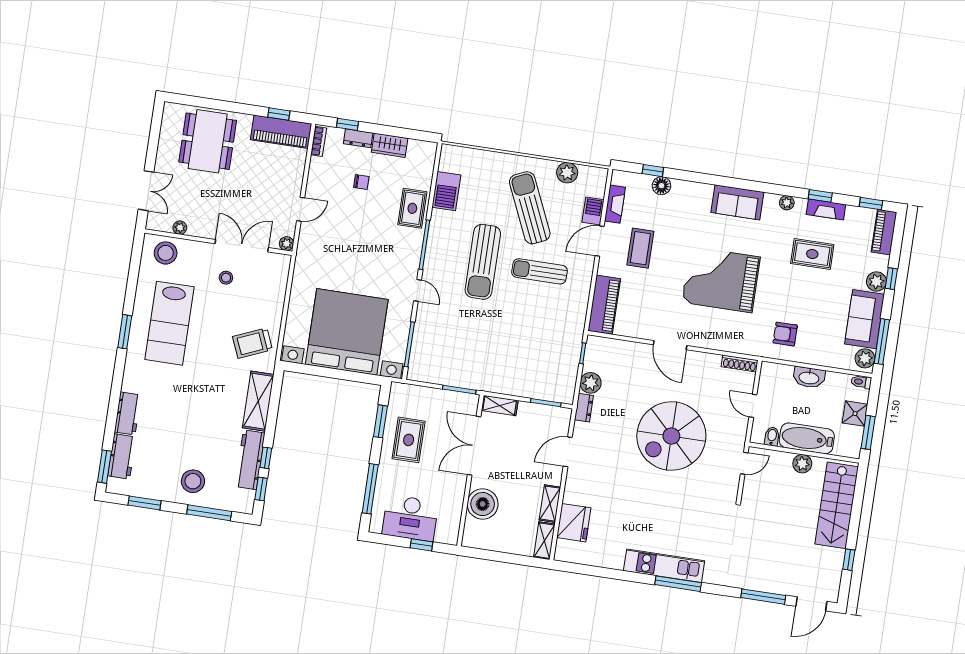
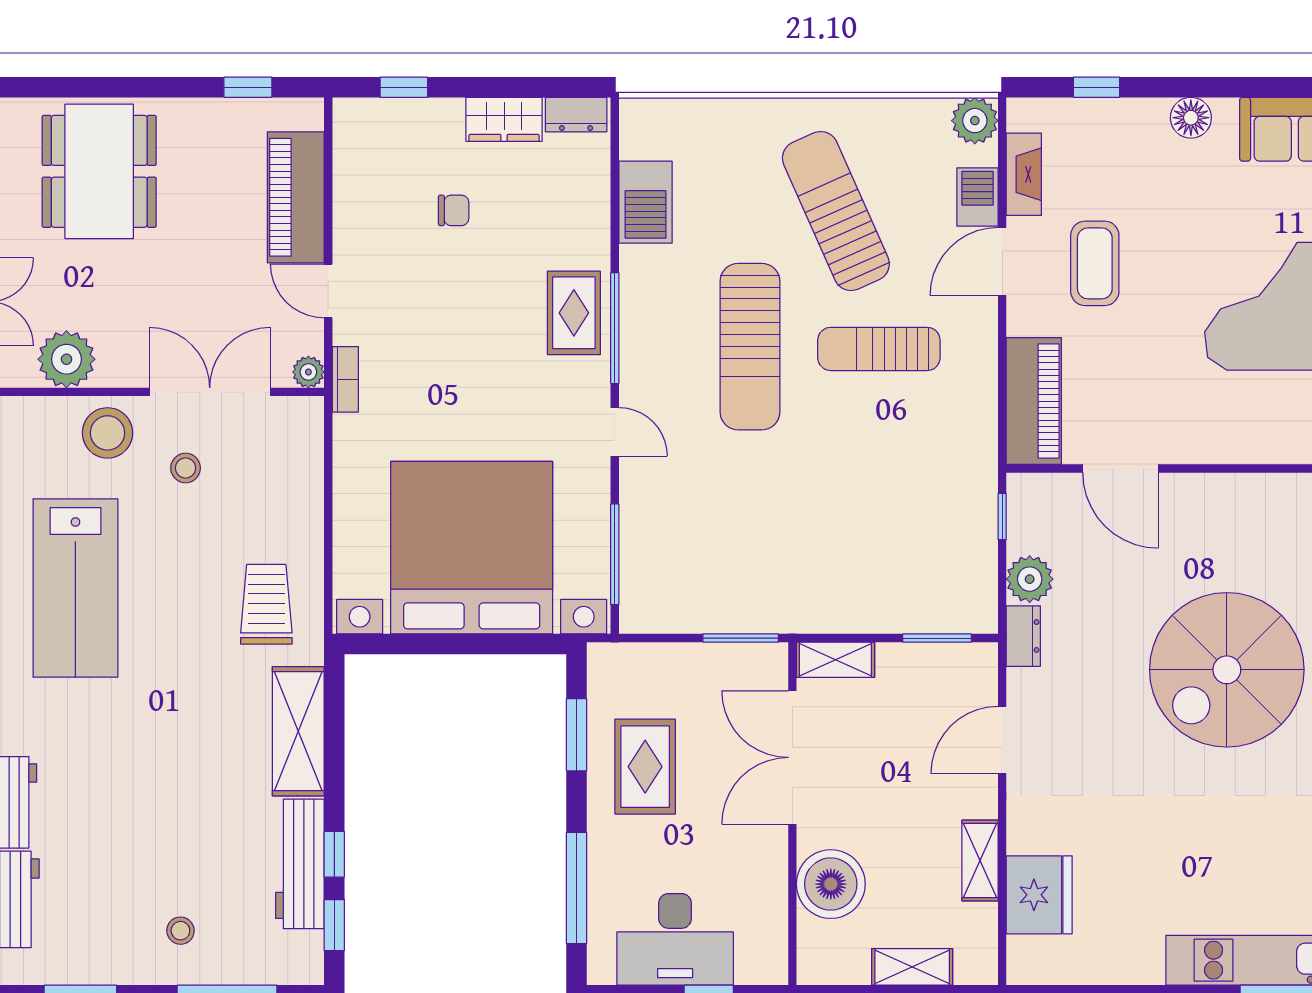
piano: (281, 132) -> (296, 197), moved, turned 90
dresser: (358, 138) -> (576, 115), moved
bookcase: (319, 141) -> (345, 379), moved
plant: (567, 173) -> (975, 121), moved
floor lamp: (661, 186) -> (1191, 118), moved
rug: (412, 208) -> (574, 313), moved
door: (301, 209) -> (328, 291), swing flipped
plant: (180, 228) -> (66, 359), width x1.88, depth x1.88
stool: (166, 253) -> (108, 433), moved
trolley: (252, 343) -> (266, 604), turned 113
door: (670, 345) -> (1121, 469), moved
stool: (193, 481) -> (180, 931), width x0.53, depth x0.53
shelving: (544, 541) -> (912, 967), moved, turned 90

